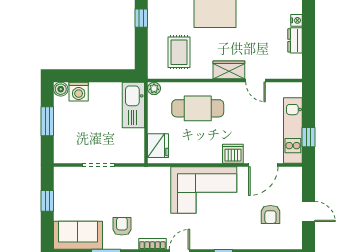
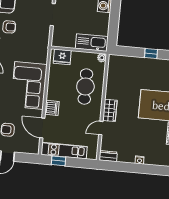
dresser: (295, 40) -> (108, 156), moved
rug: (179, 52) -> (125, 77), removed

